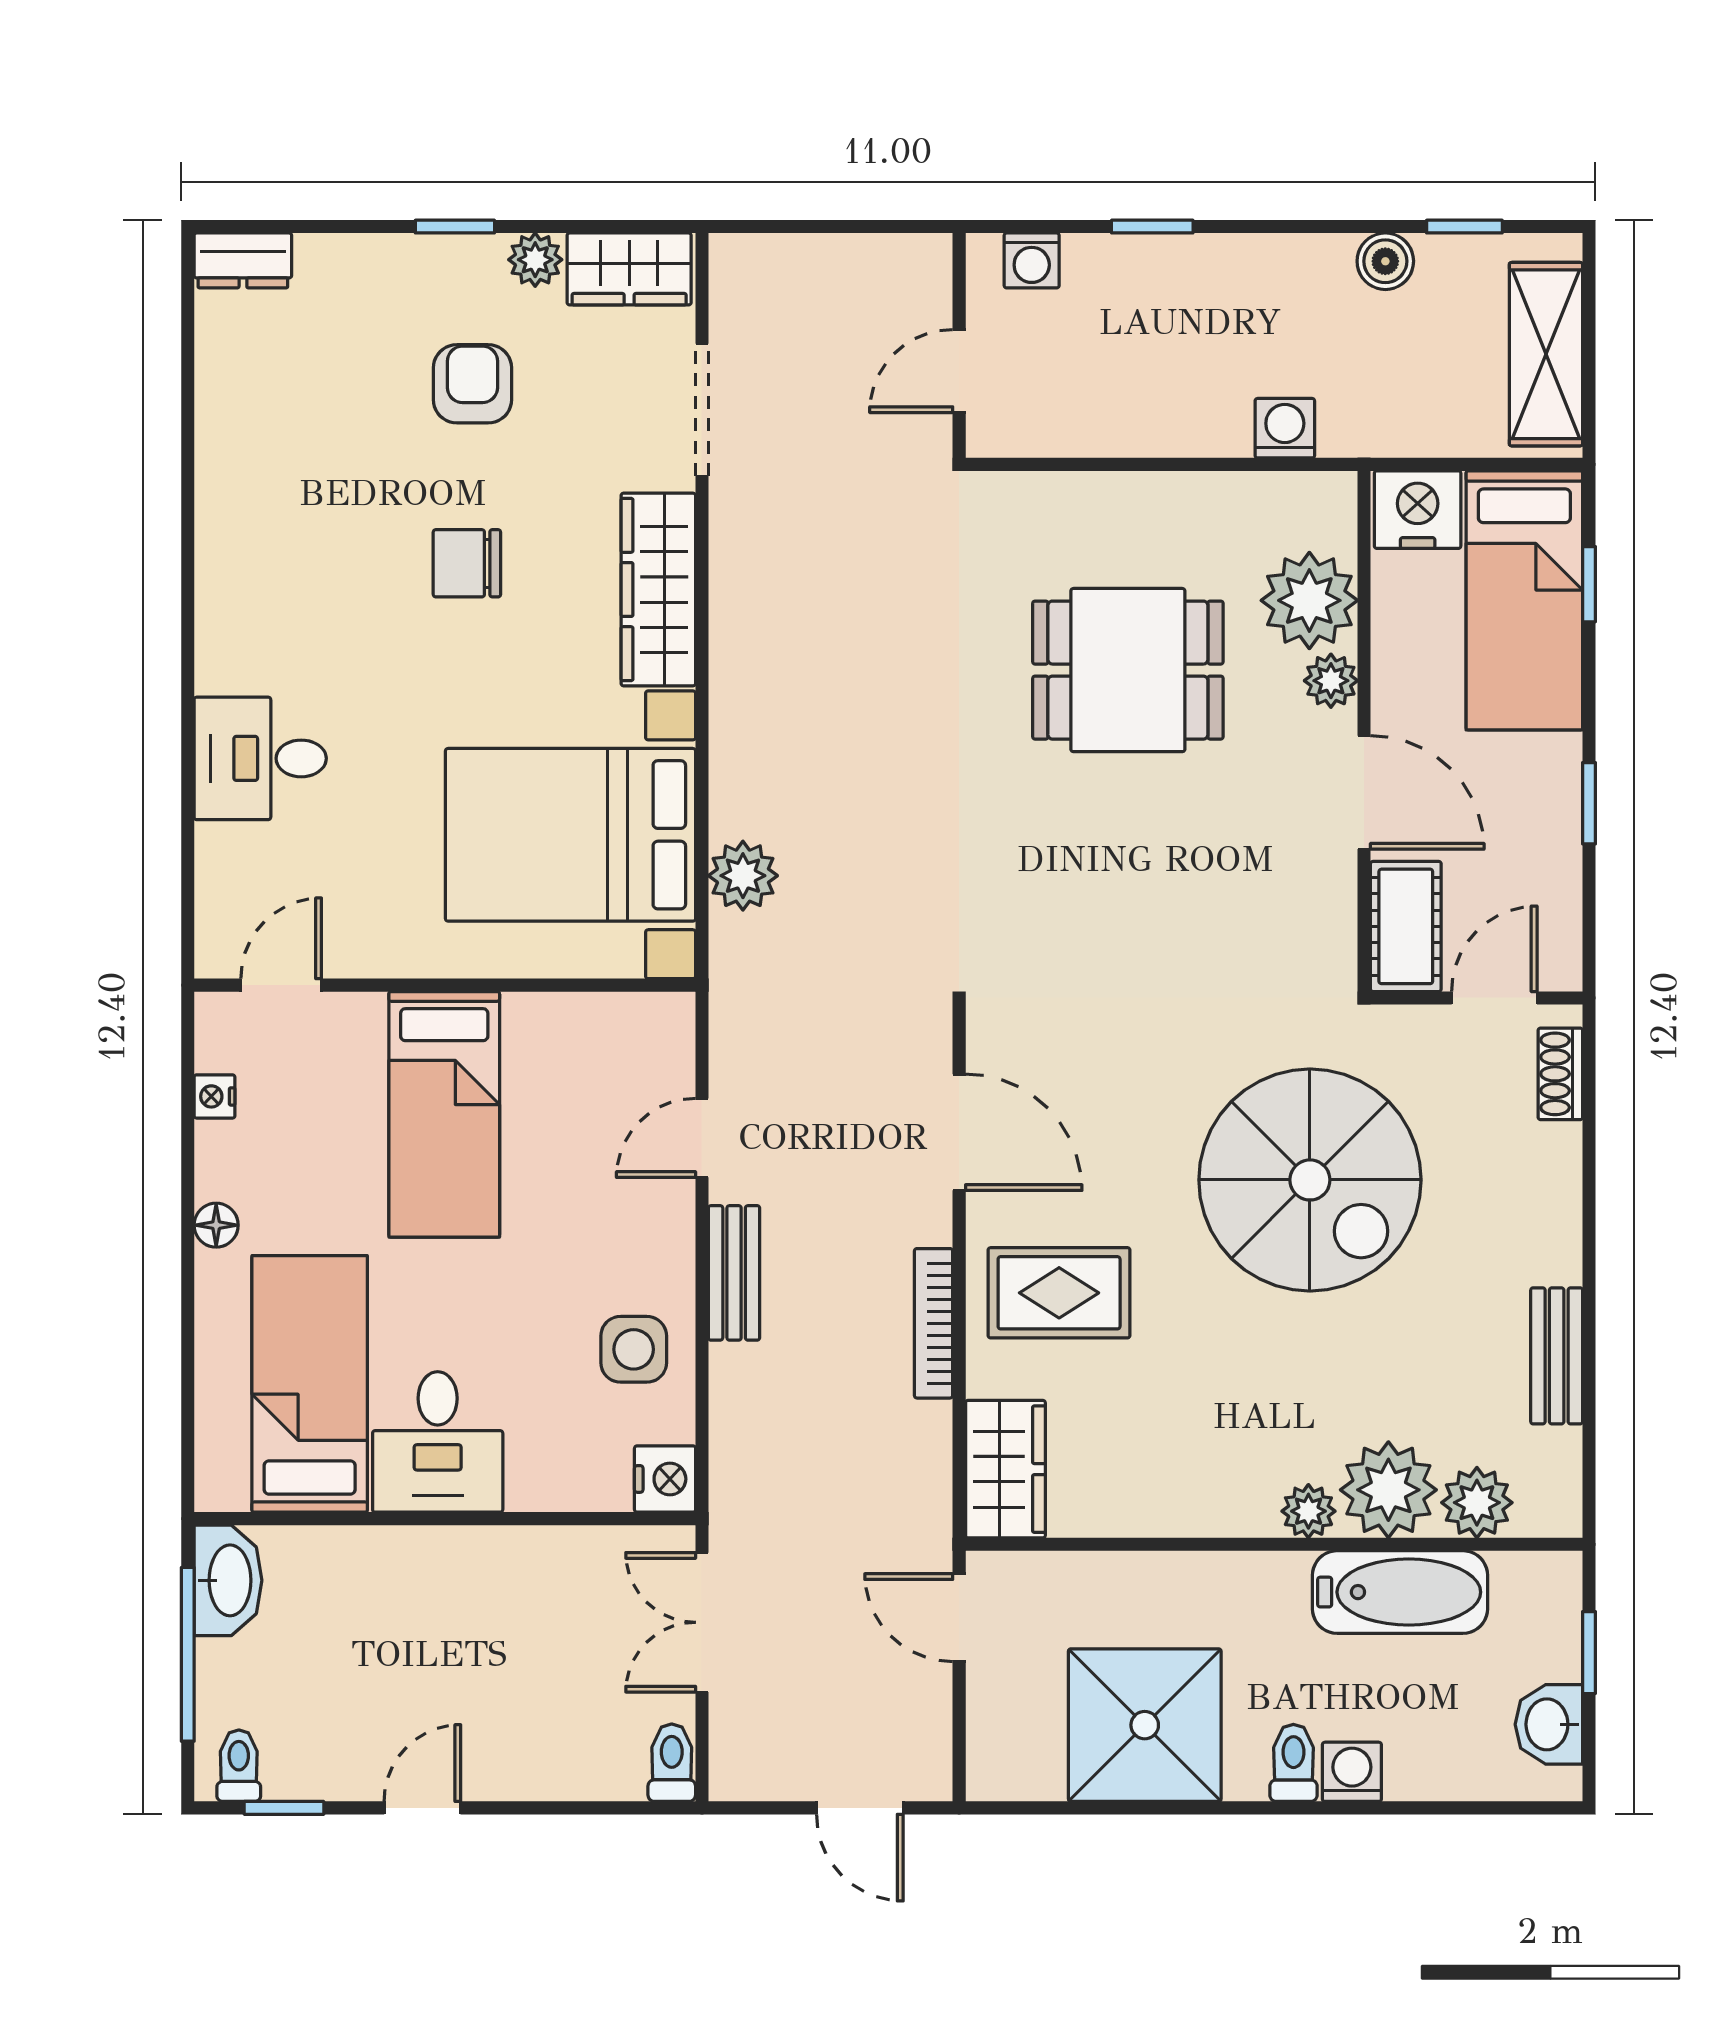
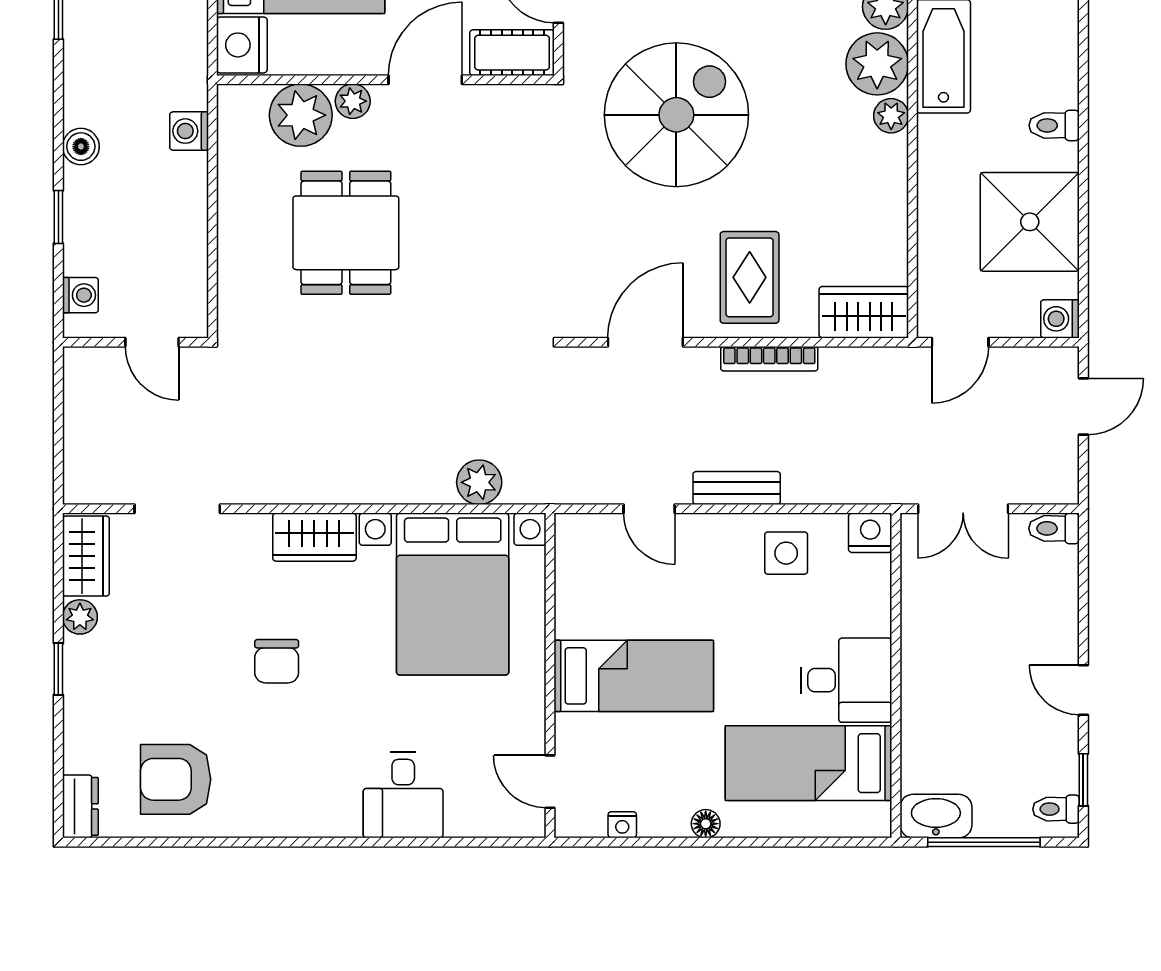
boiler: (1385, 261) -> (81, 147), moved
armchair: (472, 384) -> (176, 779), moved, width x1.38, depth x1.38
wardrobe: (658, 589) -> (314, 537), width x0.67
washing machine: (1352, 1772) -> (1060, 319), moved

